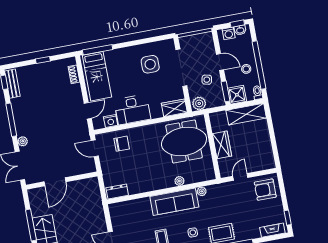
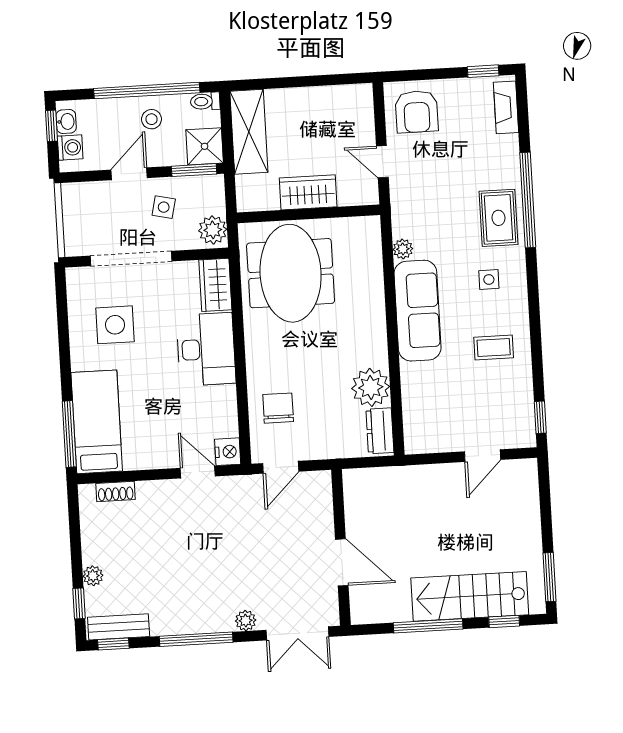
window: (43, 60) -> (79, 603), moved
plant: (34, 69) -> (93, 576), added
bed: (97, 76) -> (97, 422), moved, turned -90
desk: (132, 110) -> (206, 349), moved
nightstand: (111, 121) -> (228, 452), moved
plant: (179, 181) -> (371, 387), moved, width x1.88, depth x1.88

